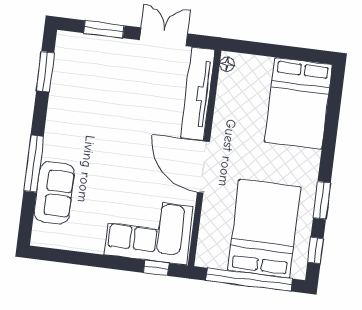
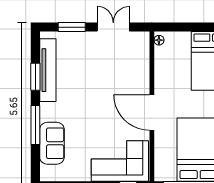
window: (45, 72) -> (35, 77), moved
tv unit: (198, 94) -> (48, 70), moved, turned 180

